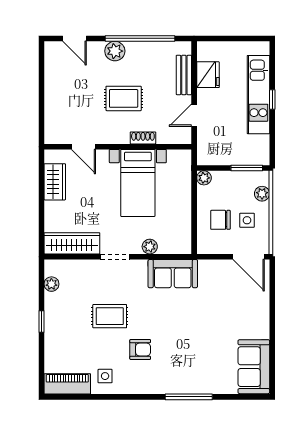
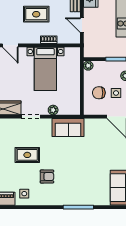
door: (194, 115) -> (82, 25), hinge flipped

